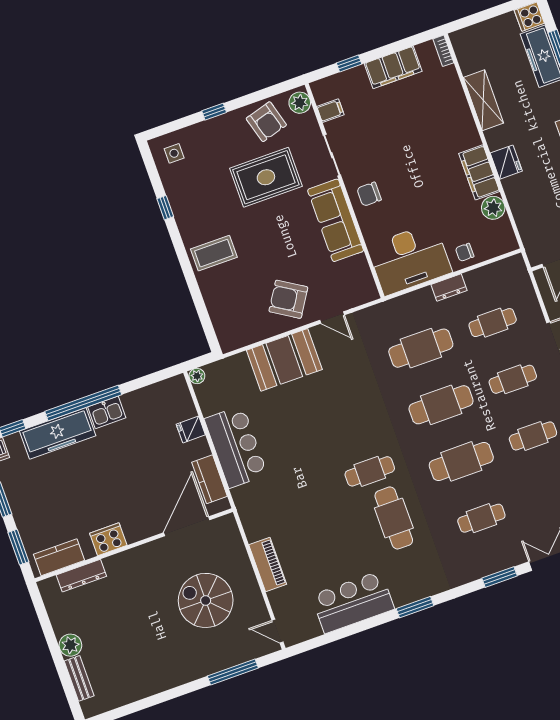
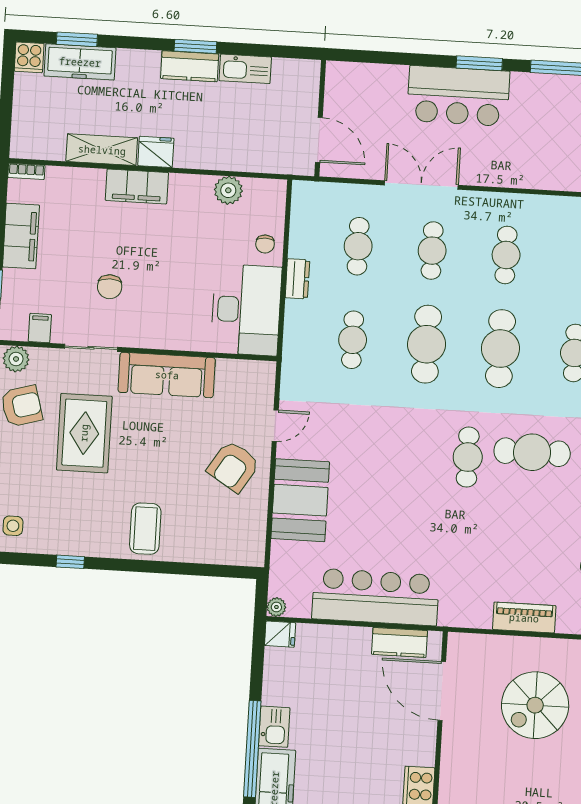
fridge: (506, 162) -> (156, 152), moved
filing cabinet: (479, 172) -> (137, 186), moved
chair: (369, 194) -> (110, 287), moved
cafe table: (421, 348) -> (353, 340), width x0.73, depth x0.74
fridge: (191, 429) -> (280, 634), moved, turned -90
bar counter: (236, 447) -> (375, 597), width x1.36

